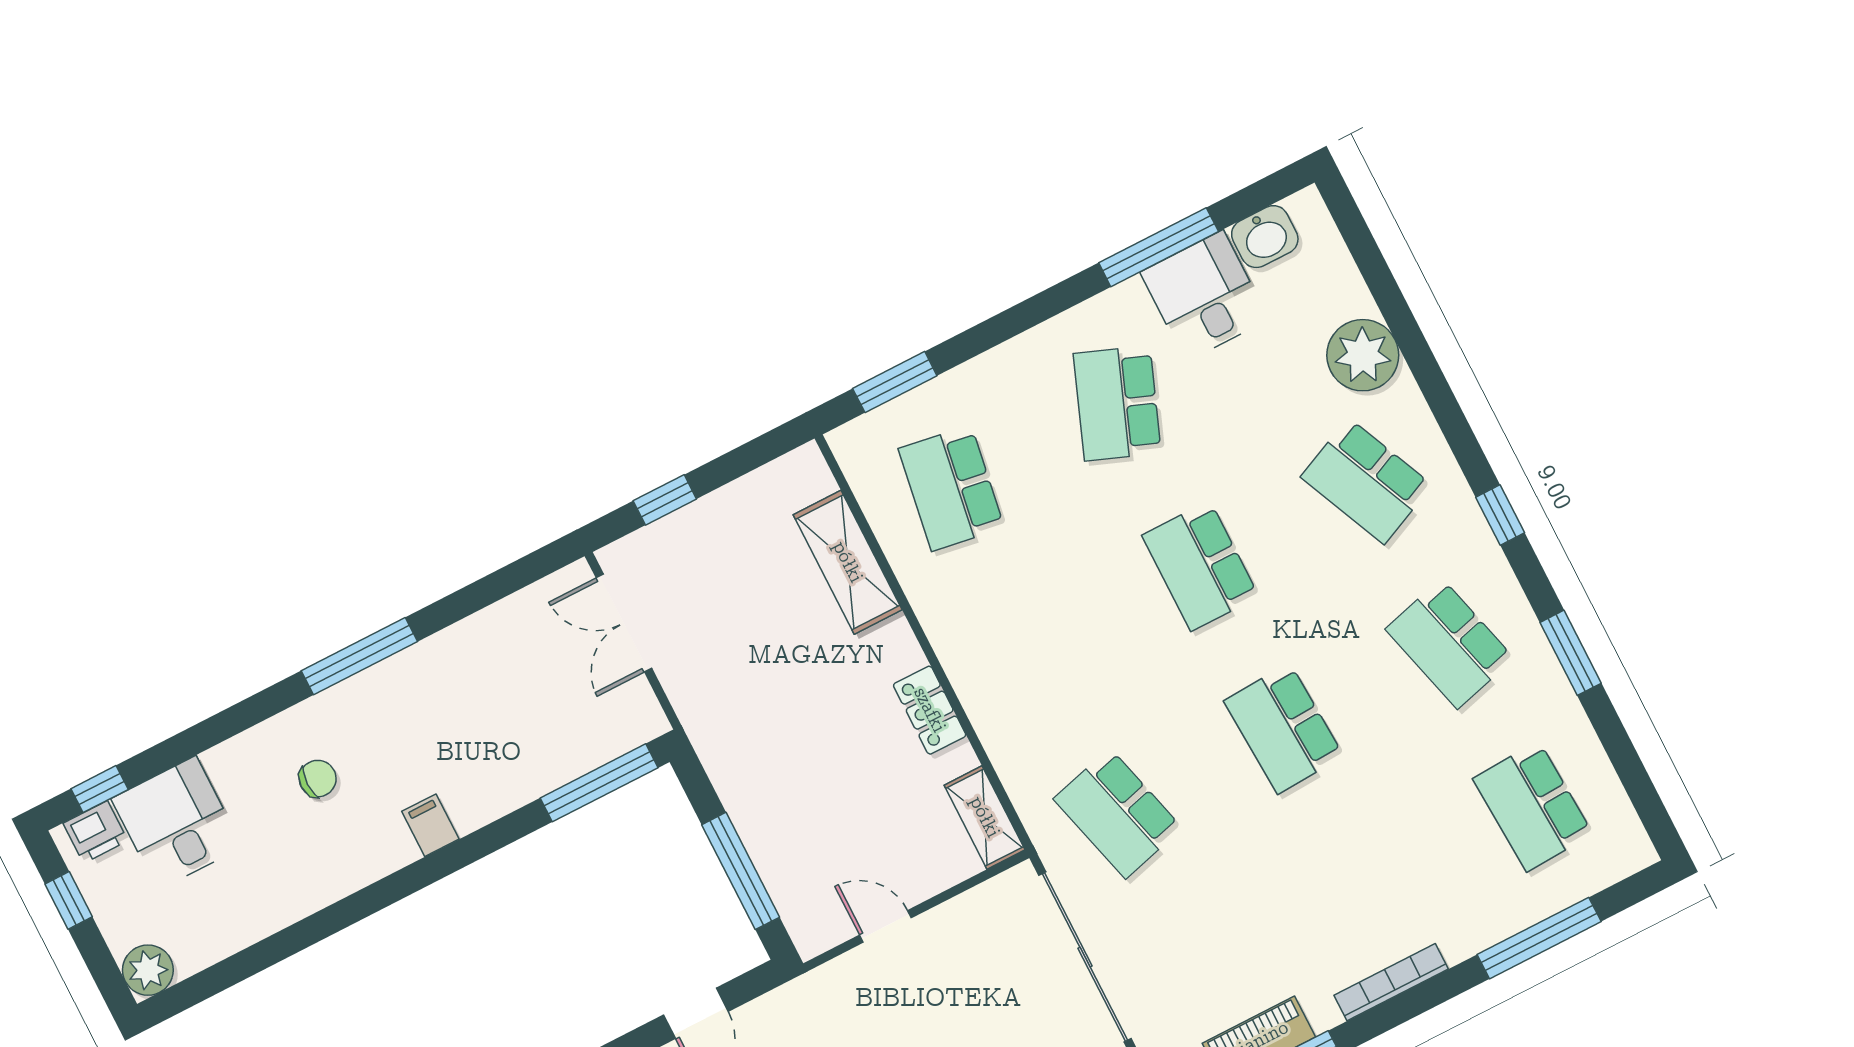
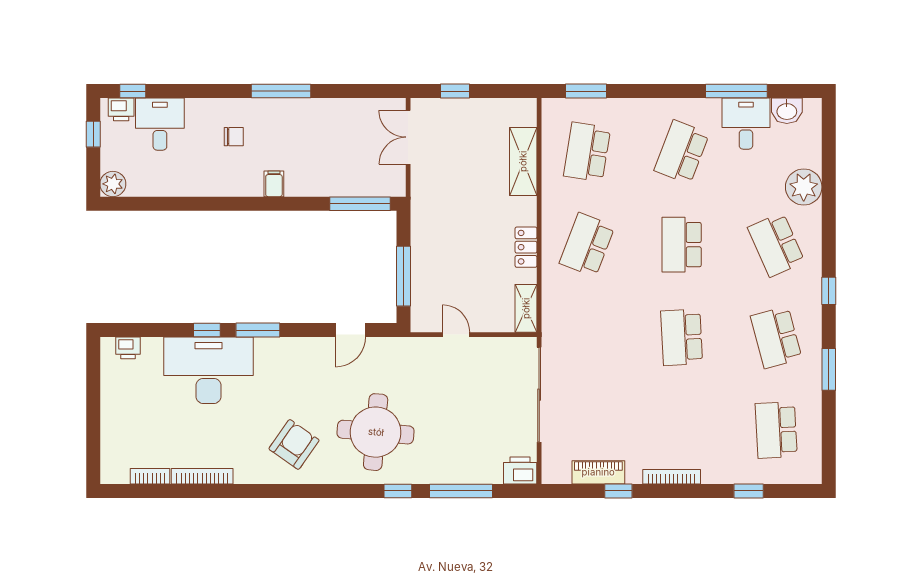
school desk: (1118, 813) -> (587, 245), moved, turned 36
window: (1539, 938) -> (749, 491), width x0.46

